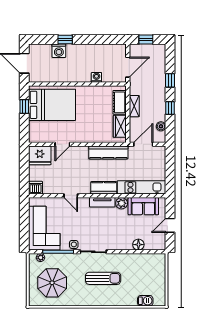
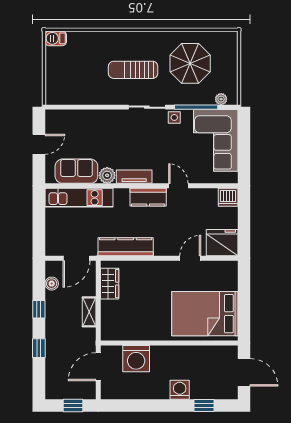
window: (65, 40) -> (204, 406), moved
washing machine: (59, 51) -> (180, 390), moved
washing machine: (96, 77) -> (136, 359), width x1.89, depth x1.89
cot: (120, 102) -> (110, 317), removed
window: (24, 106) -> (244, 311), removed
kitchen counter: (104, 188) -> (148, 197), moved
floor lamp: (138, 245) -> (83, 117), removed
parasol: (52, 283) -> (190, 63), moved
barbecue: (145, 301) -> (56, 38), moved

